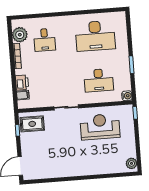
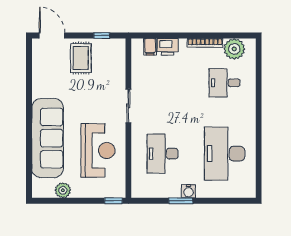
water cooler: (127, 96) -> (189, 191), moved
rug: (32, 124) -> (81, 58), moved
sofa: (94, 163) -> (48, 138), added
plant: (132, 163) -> (63, 190), moved

